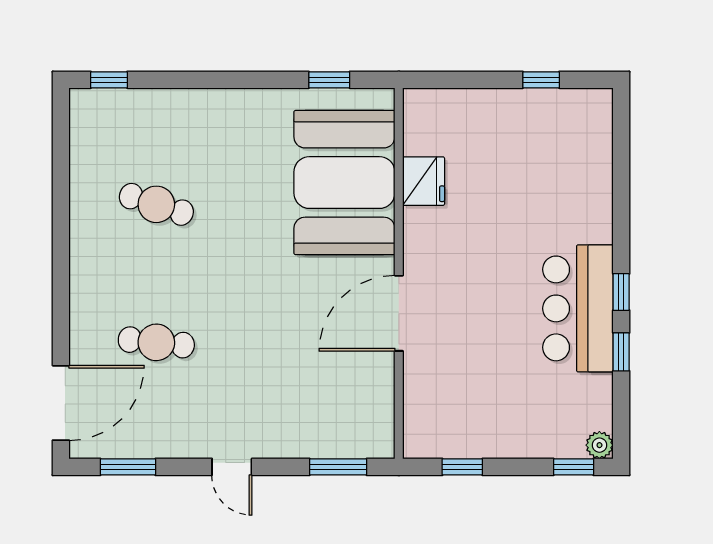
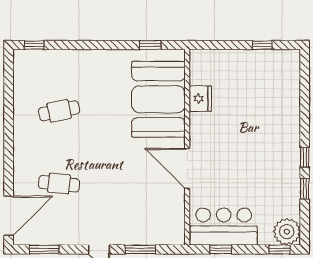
cafe table: (156, 204) -> (59, 111), turned -30
bar counter: (578, 308) -> (224, 227), moved, turned 90
door: (399, 313) -> (187, 168), hinge flipped
plant: (599, 445) -> (287, 232), width x1.88, depth x1.88
window: (338, 467) -> (140, 249), moved

